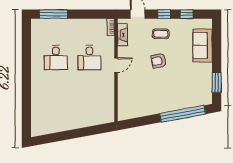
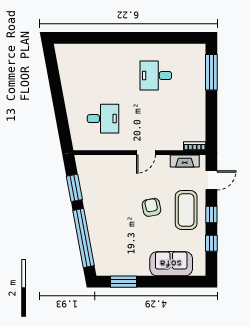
coffee table: (161, 34) -> (186, 210), width x1.86, depth x1.72
desk: (89, 58) -> (103, 119), moved, turned 180
door: (116, 65) -> (146, 153), hinge flipped
window: (143, 121) -> (74, 188), added

